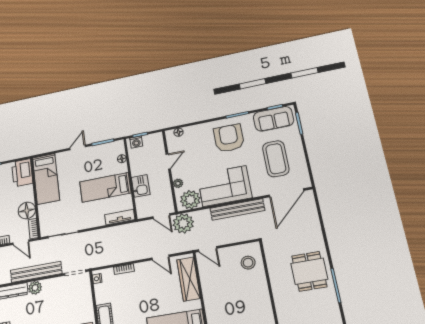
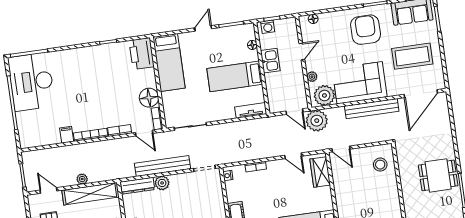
coffee table: (276, 159) -> (412, 56), turned 90
kitchen sink: (141, 186) -> (270, 61), moved
dining table: (309, 271) -> (438, 175), turned 90
wardrobe: (188, 279) -> (320, 172), width x0.67

